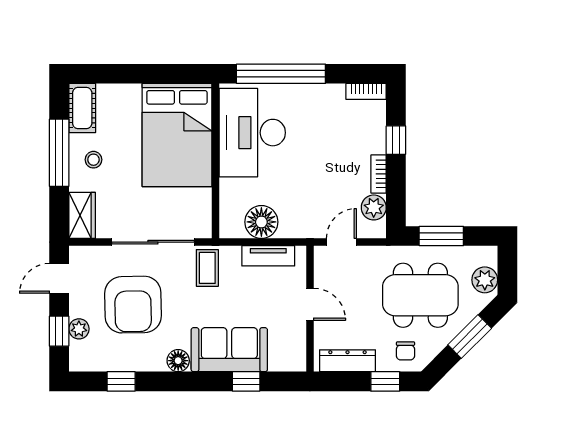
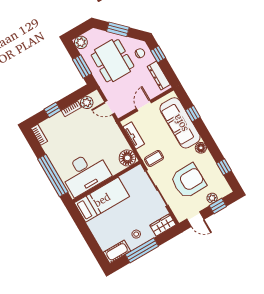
bed: (177, 135) -> (102, 200), width x0.67
floor lamp: (261, 222) -> (127, 158), moved
plant: (485, 280) -> (81, 42), moved
sofa: (229, 350) -> (180, 123), width x1.36

